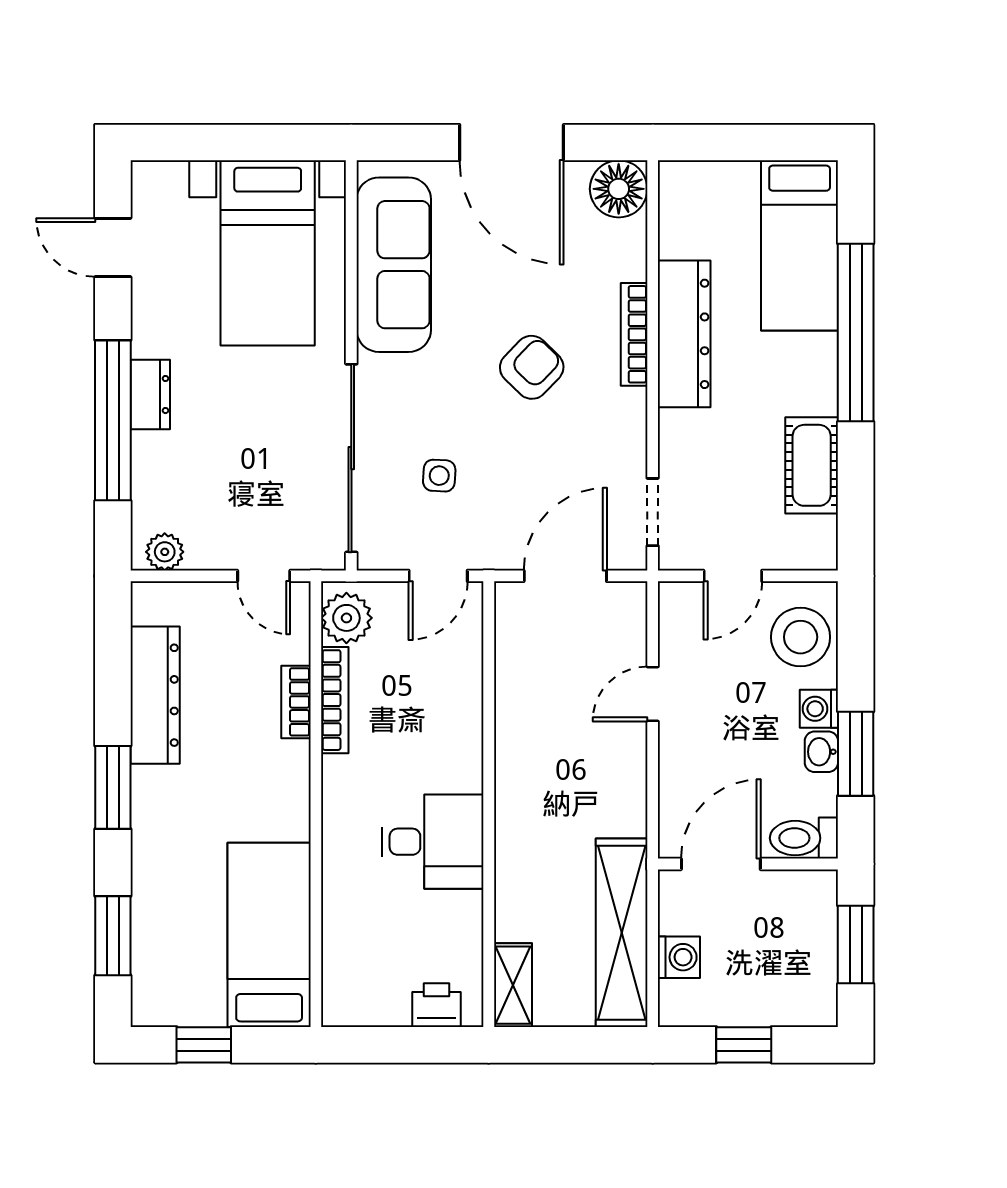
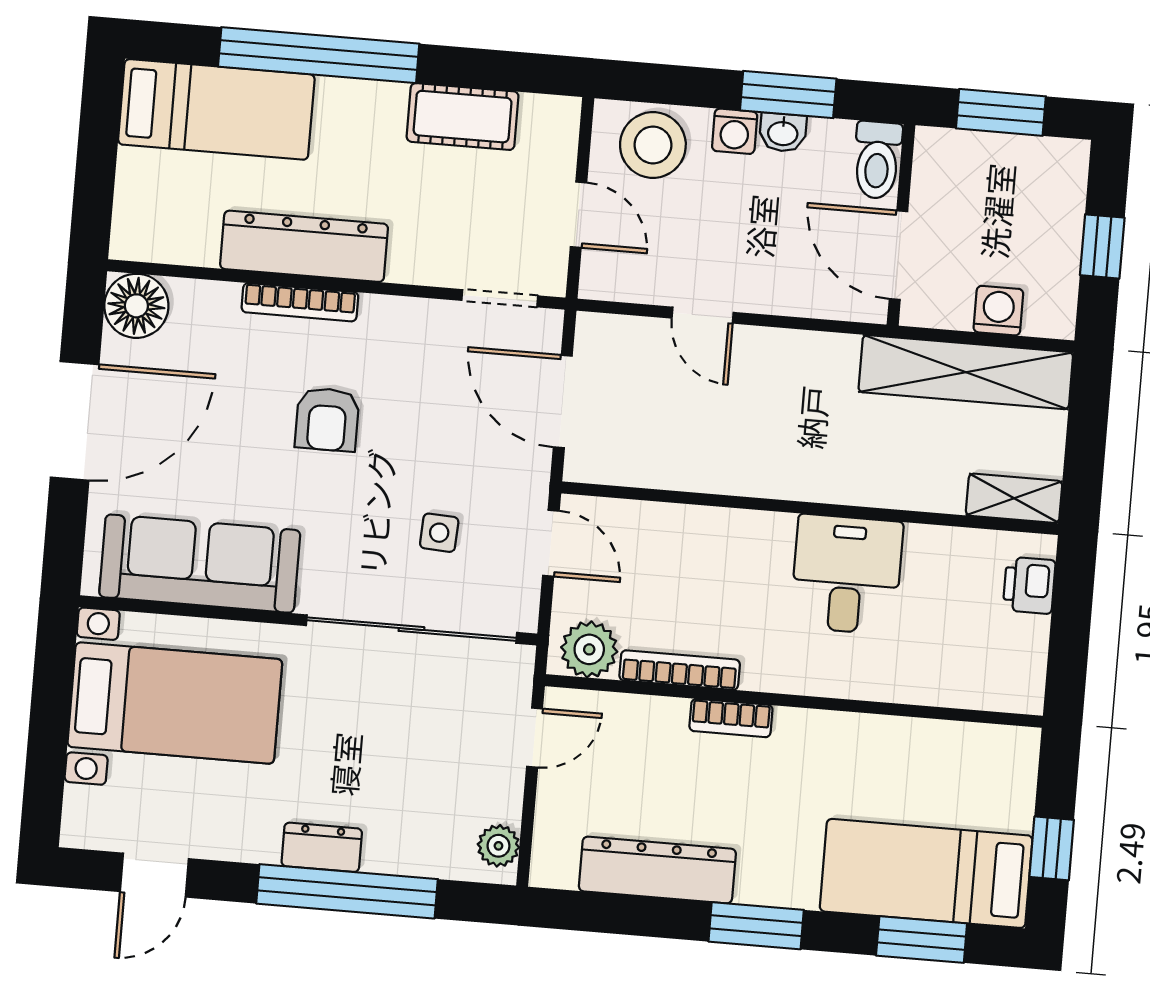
armchair: (532, 367) -> (327, 419), turned -134
bookcase: (296, 702) -> (731, 718), moved
bed: (269, 935) -> (926, 873), moved

